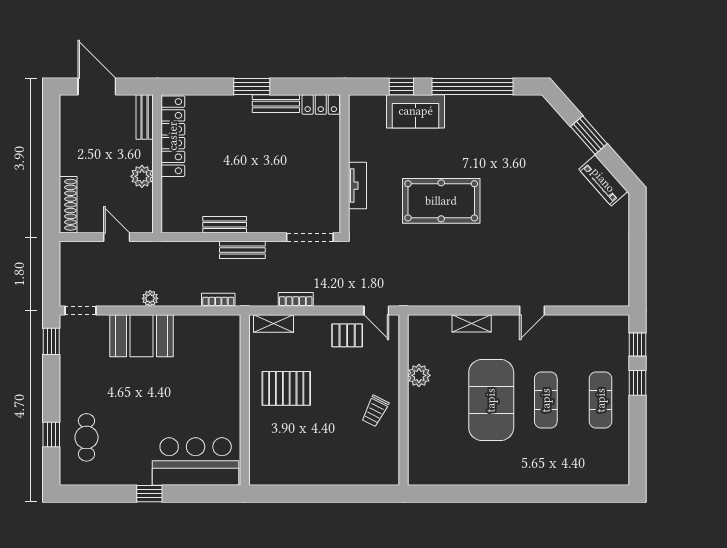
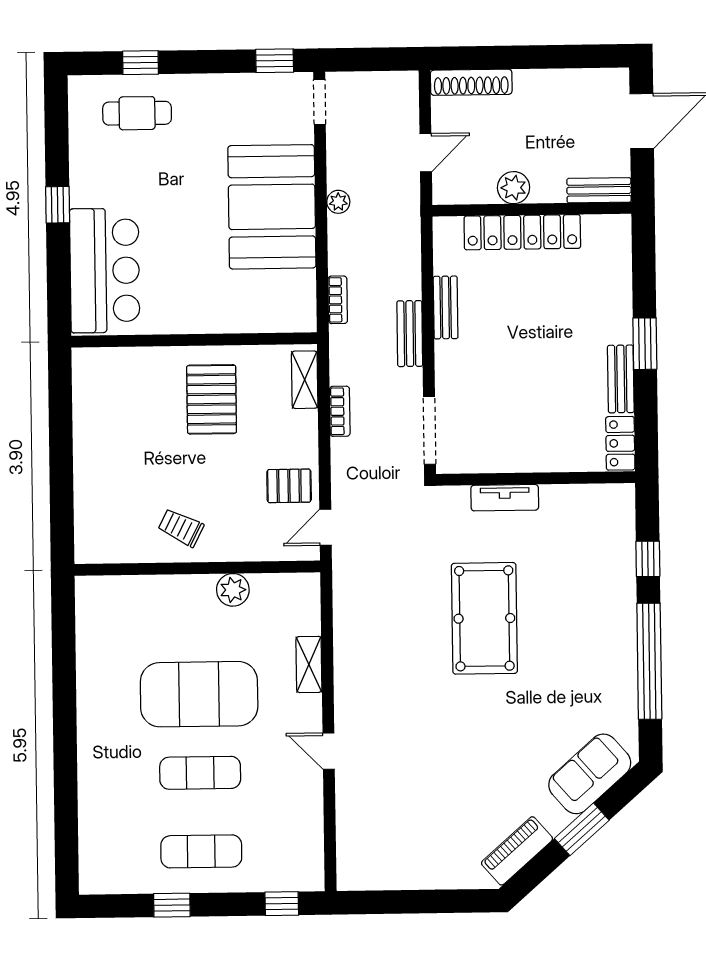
sofa: (416, 111) -> (590, 774), moved, turned 49
locker: (173, 136) -> (522, 232), moved
pallet: (347, 335) -> (289, 486), turned 90
booth: (142, 336) -> (272, 207), width x1.36, depth x1.42
window: (638, 383) -> (172, 905), moved

